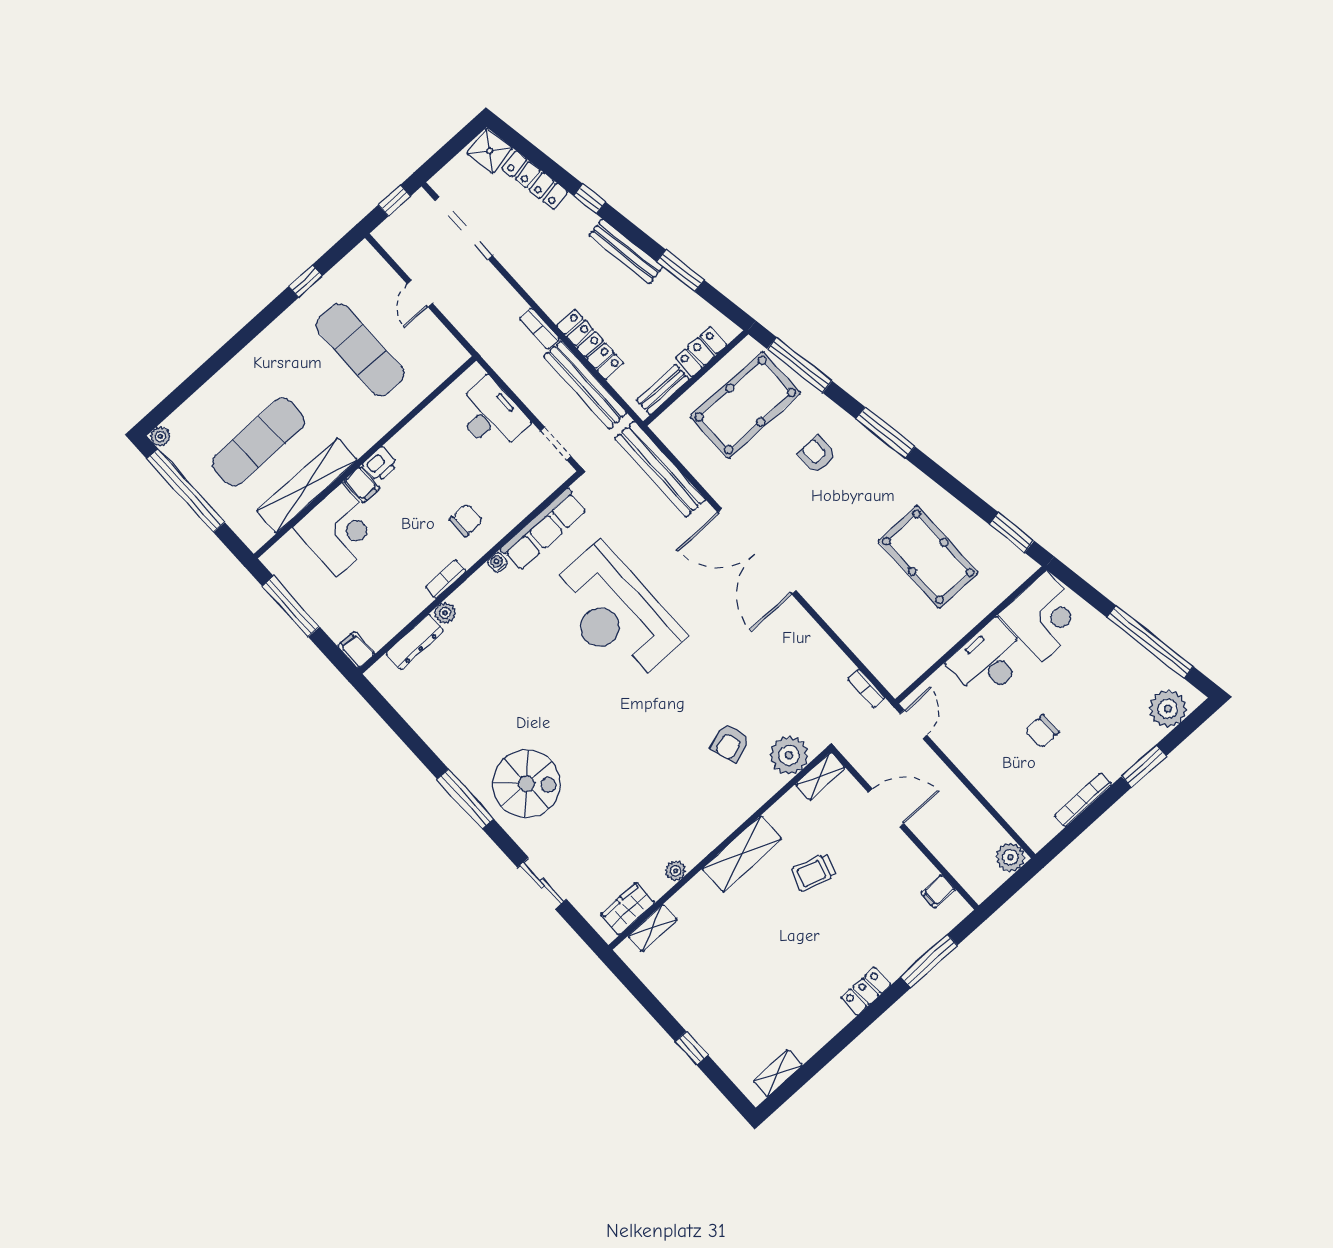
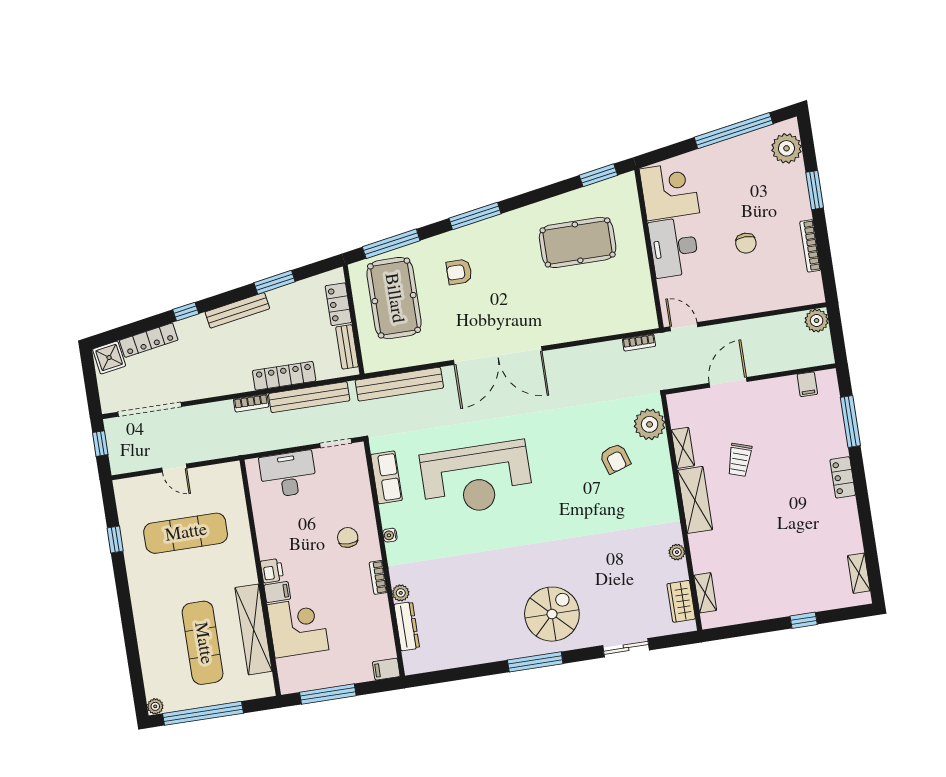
row of seats: (544, 530) -> (387, 477), width x0.68
shelving: (820, 776) -> (683, 448), moved

